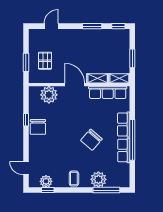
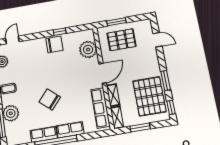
pallet: (105, 44) -> (149, 96), added
pallet: (45, 61) -> (121, 40), width x1.50, depth x1.42
chair: (38, 127) -> (54, 44), turned 180

